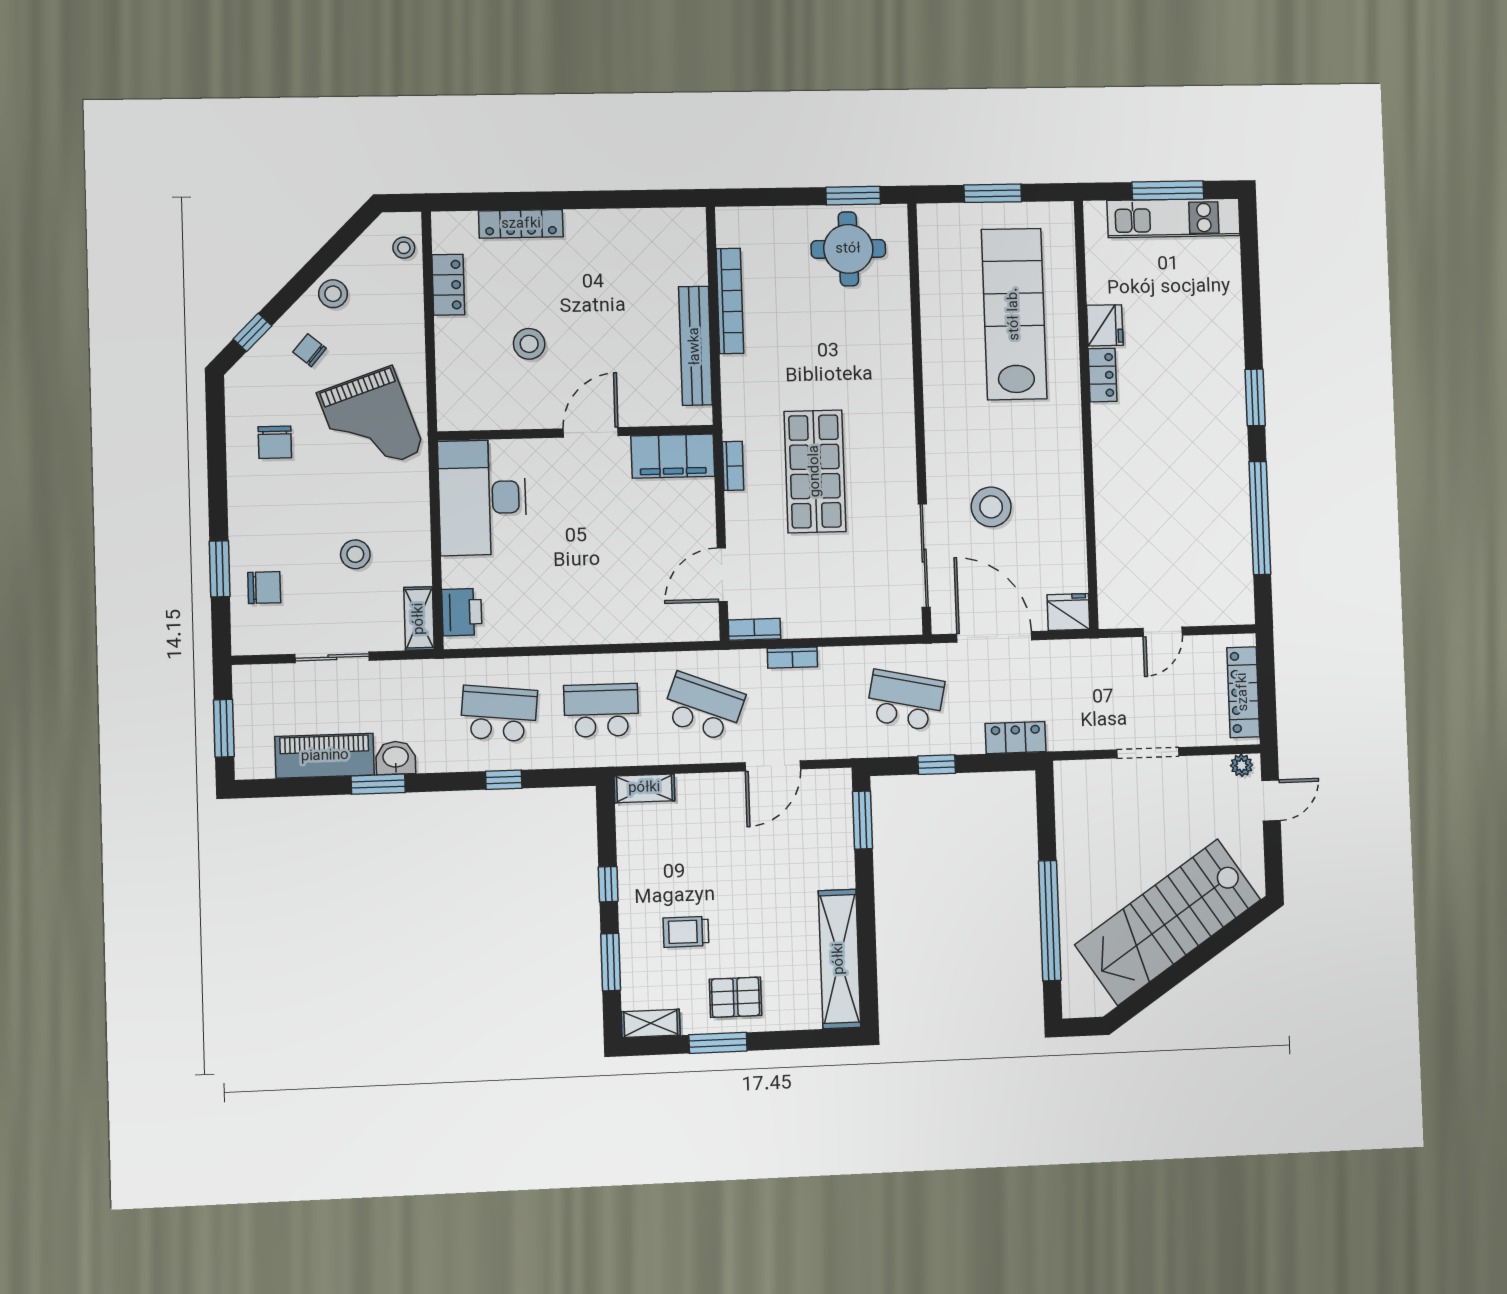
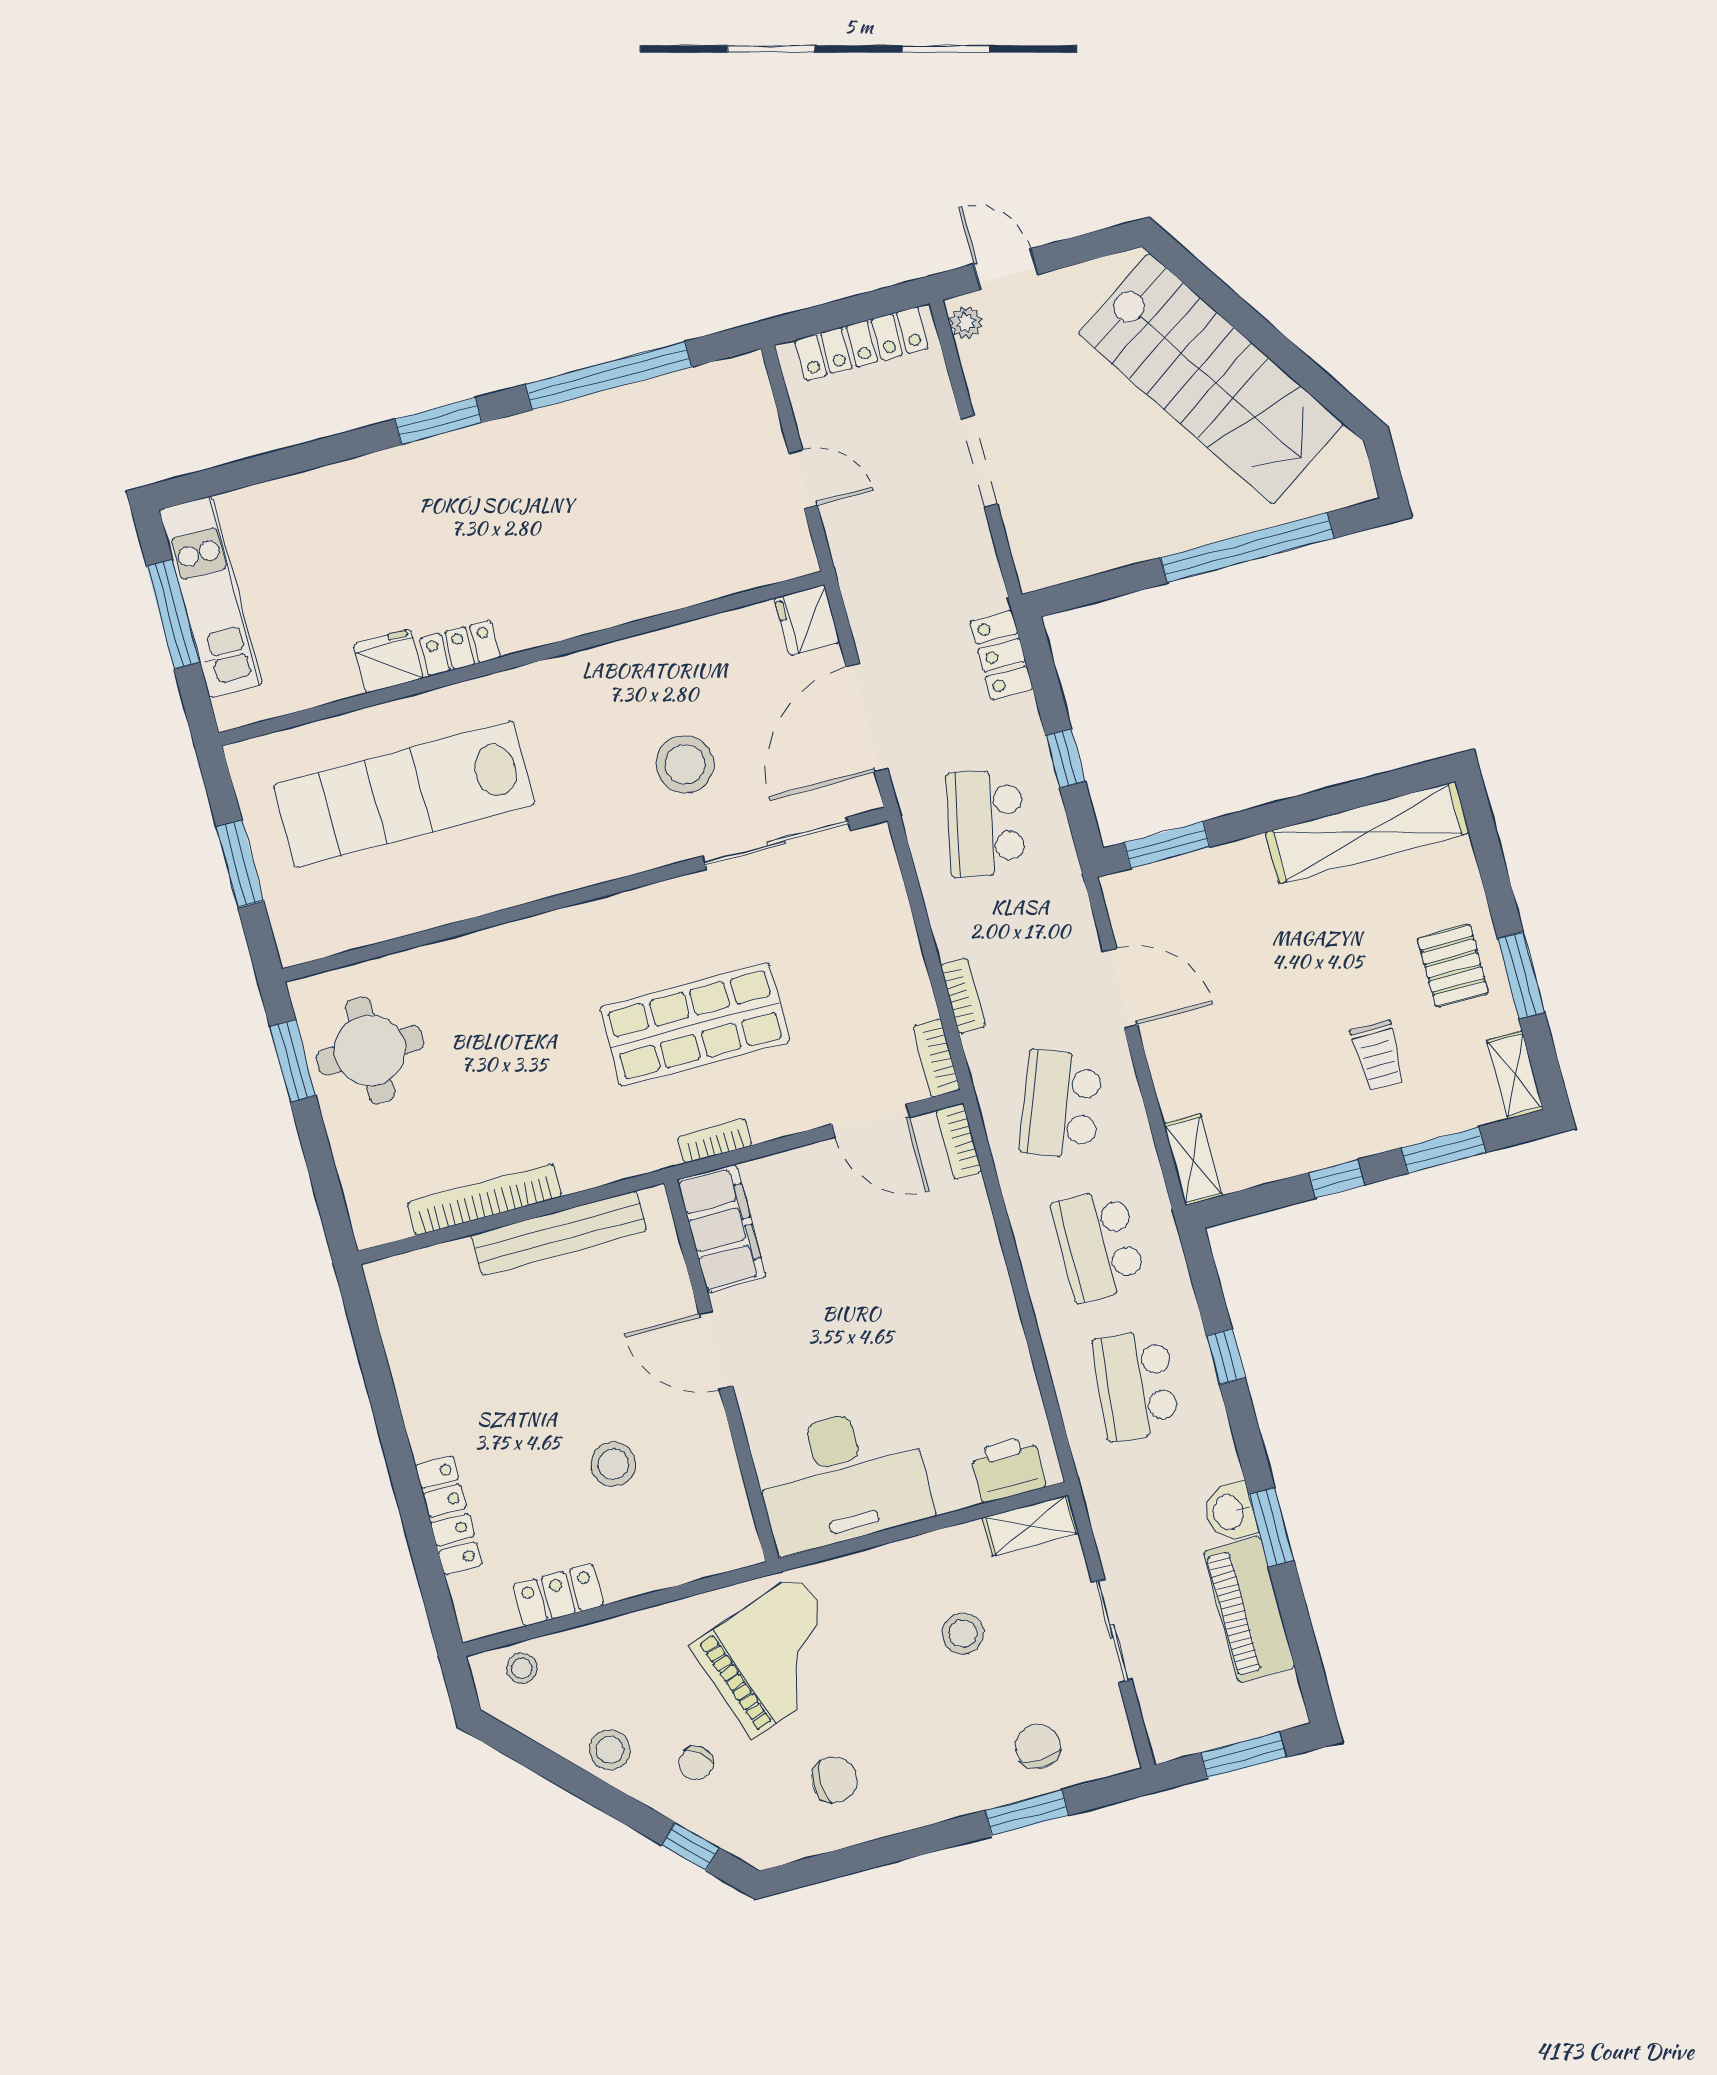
bookcase: (694, 631) -> (959, 1141), added

